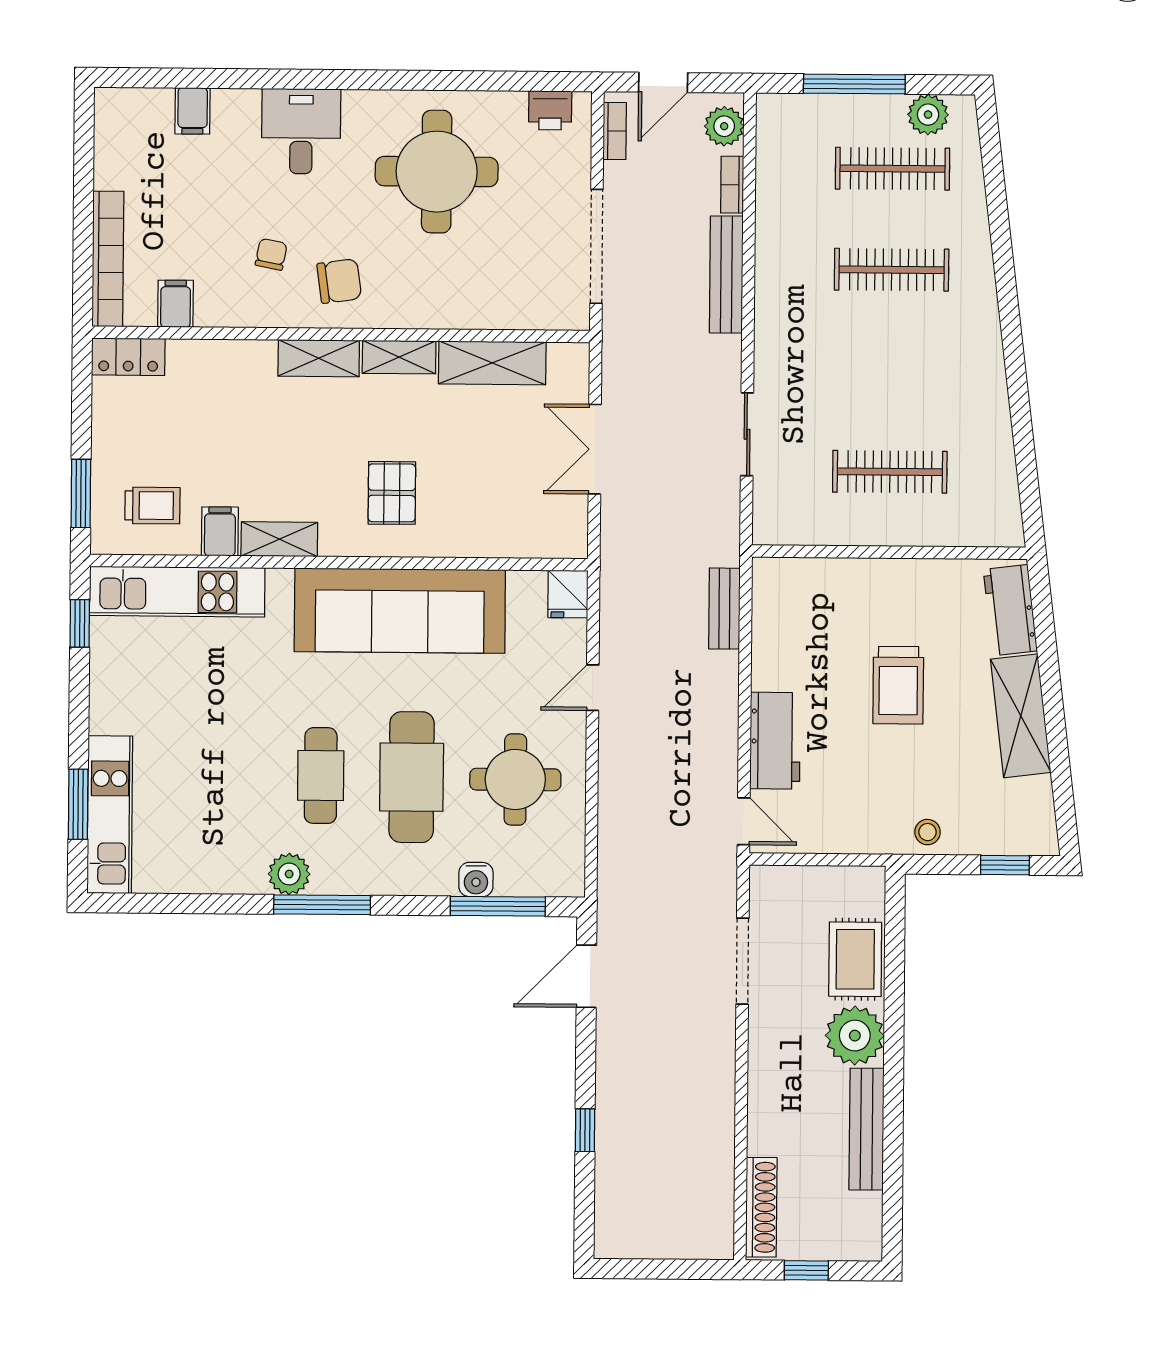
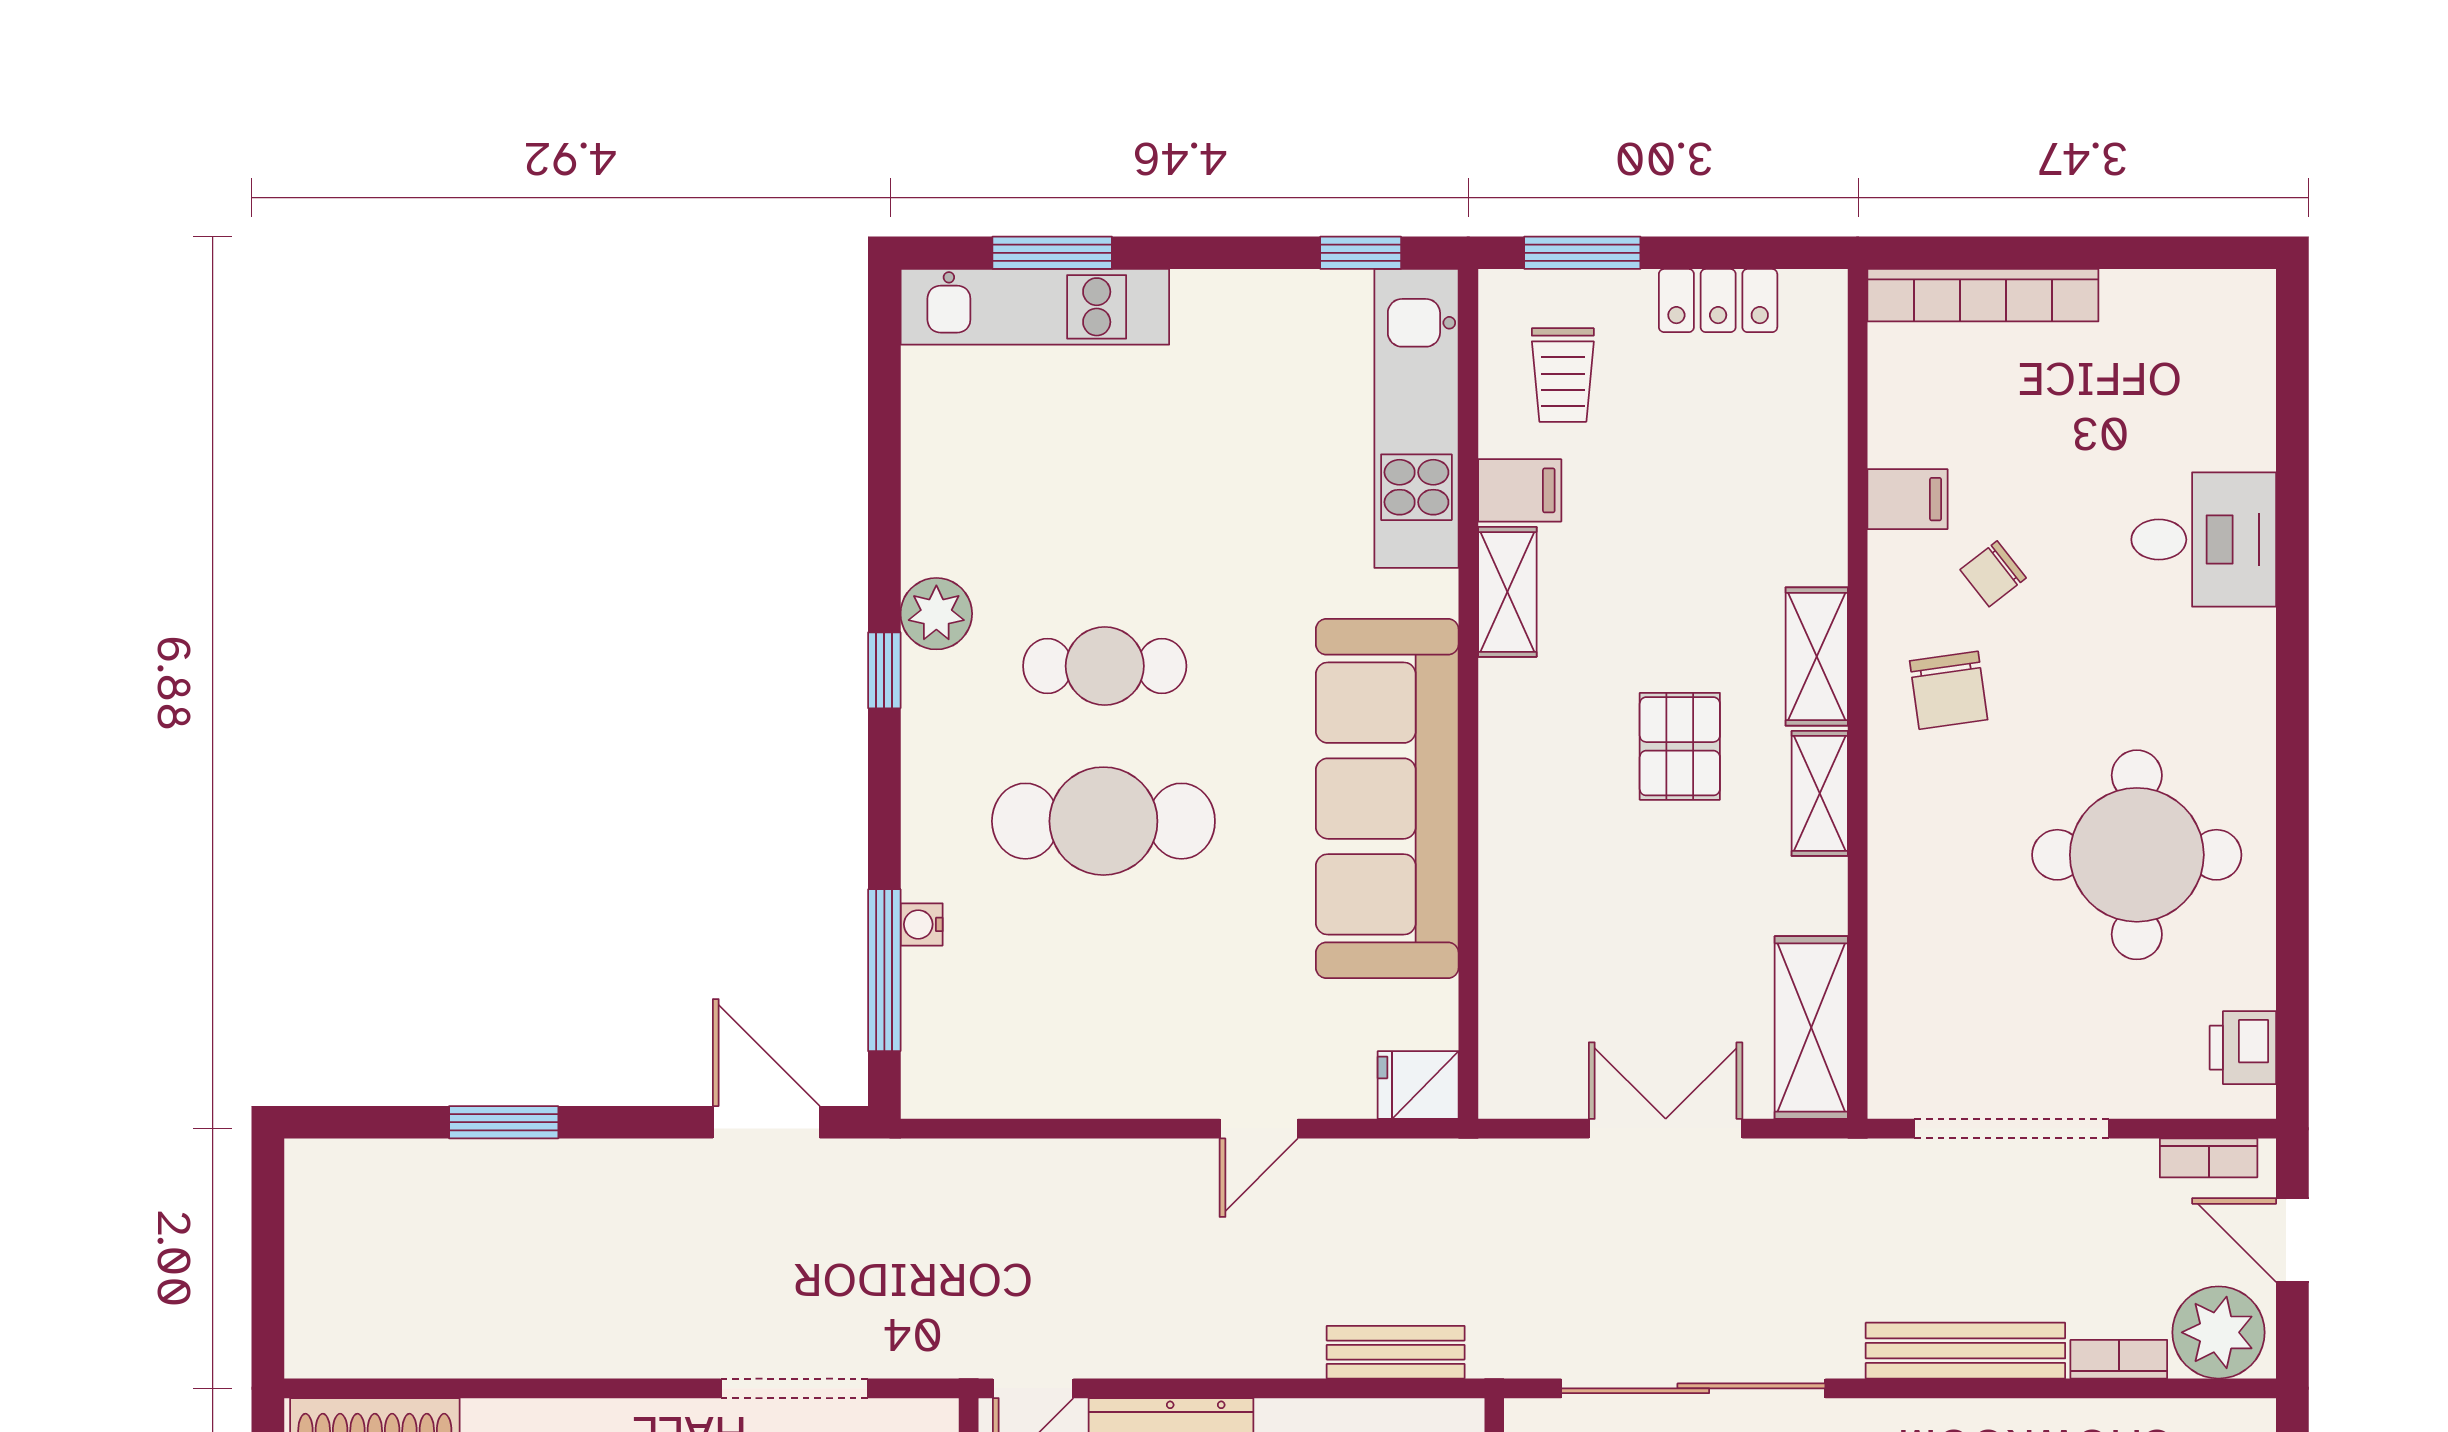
filing cabinet: (193, 111) -> (2237, 438), removed
plant: (724, 126) -> (2219, 1332), width x1.36, depth x1.36
desk: (301, 131) -> (2204, 540), moved
chair: (271, 254) -> (1993, 574), turned 131
filing cabinet: (176, 304) -> (1907, 499), moved
locker: (128, 357) -> (1718, 301), moved, turned -90
shelving: (492, 363) -> (1811, 1028), moved
sliding door: (747, 434) -> (1693, 1388), width x1.86
pallet: (392, 493) -> (1680, 746), moved, turned 90
door: (593, 688) -> (1259, 1129), swing flipped
round table: (515, 779) -> (1101, 998), removed
water cooler: (476, 880) -> (922, 924), width x0.72, depth x0.72
window: (322, 905) -> (884, 670), width x0.46
window: (585, 1130) -> (504, 1122), width x1.50

